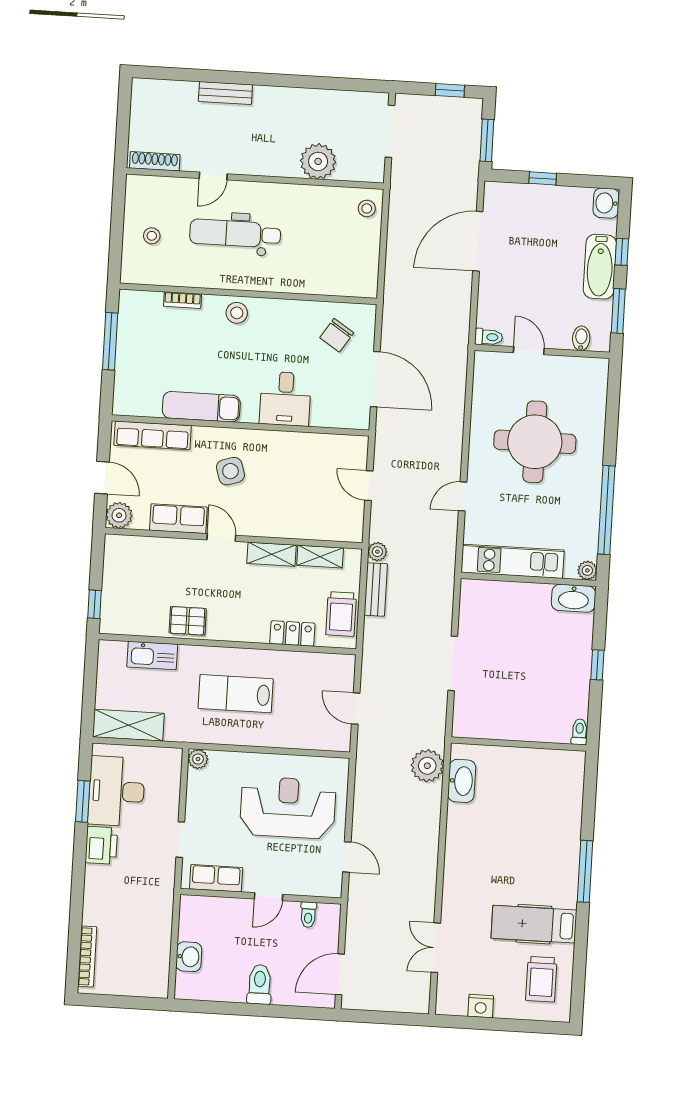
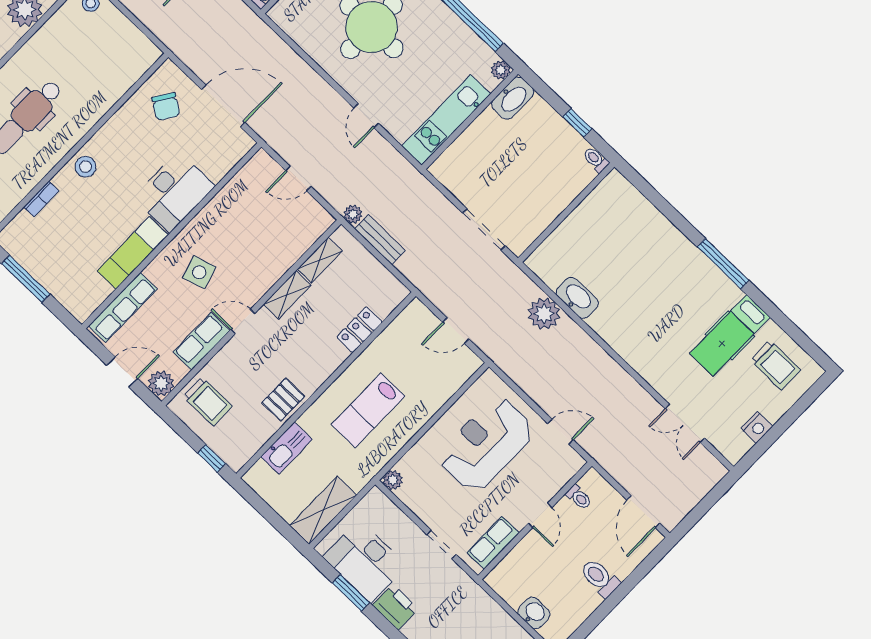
desk: (285, 399) -> (174, 192), width x1.37
trolley: (341, 614) -> (208, 401), moved
toilet: (579, 732) -> (596, 160), moved
wall: (519, 744) -> (566, 213), moved

